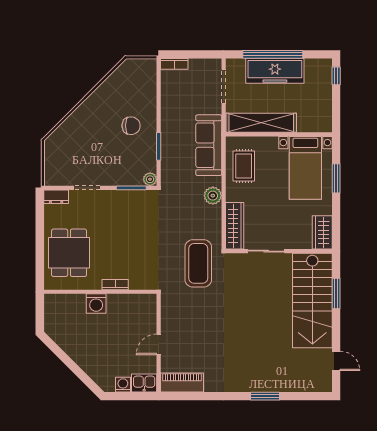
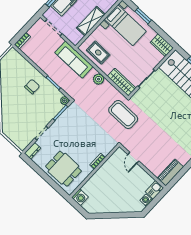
shelving: (261, 123) -> (91, 21), width x0.68
washing machine: (96, 303) -> (80, 197), moved
door: (159, 344) -> (133, 158), moved

